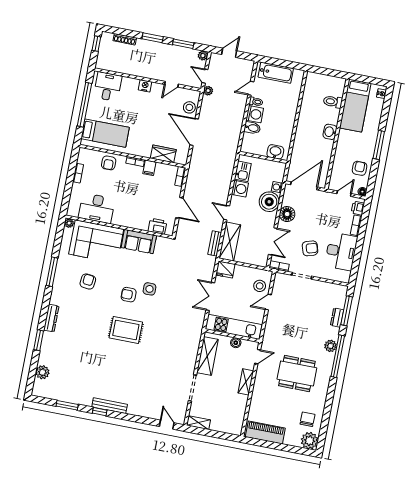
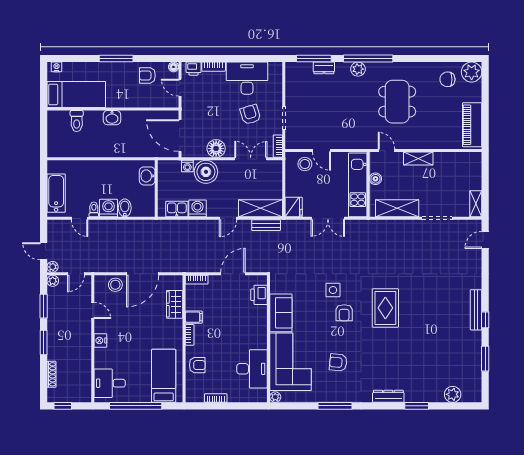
plant: (208, 91) -> (53, 267), moved

